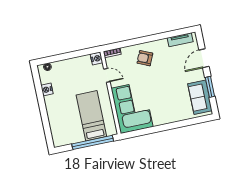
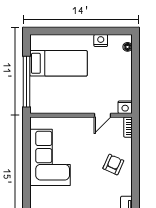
corner sofa: (132, 108) -> (50, 157), moved, turned -90
bed: (91, 116) -> (59, 63), moved

